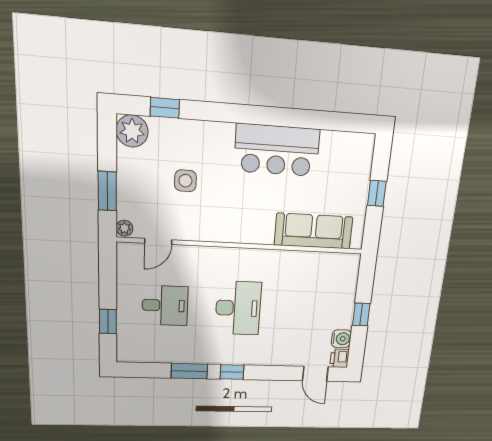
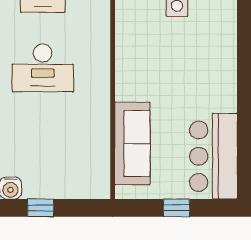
bar counter: (277, 150) -> (213, 156), moved

